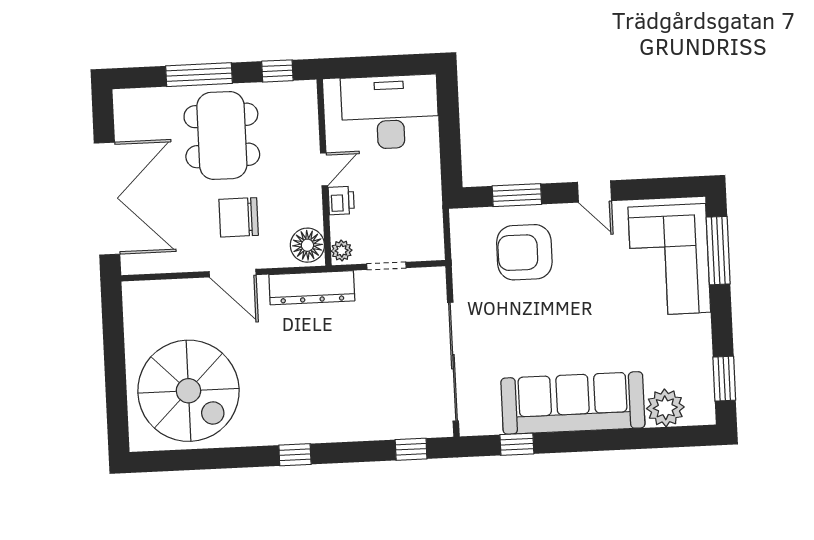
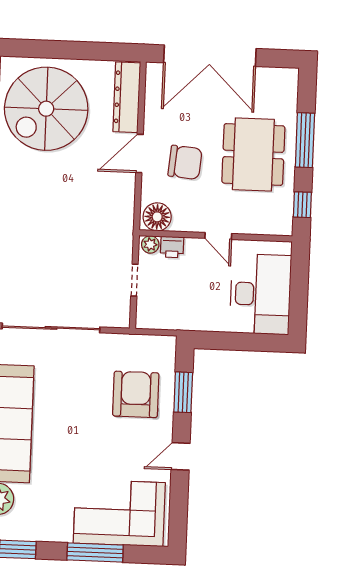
dining table: (222, 135) -> (253, 154), turned 90
printer: (341, 201) -> (172, 247), moved
chair: (239, 217) -> (185, 162), turned 95
window: (718, 251) -> (95, 553), moved
dresser: (312, 288) -> (127, 97), moved

